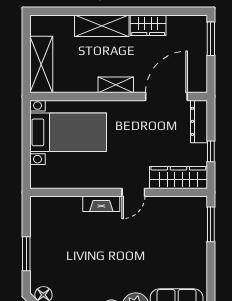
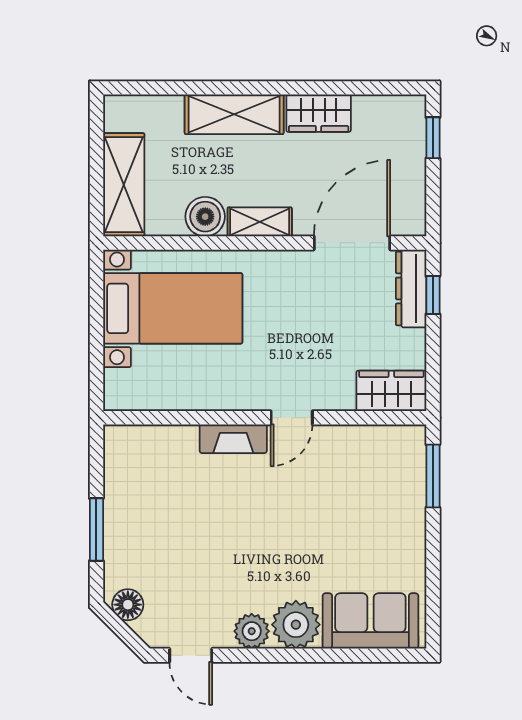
window: (211, 39) -> (433, 138), width x0.67
boiler: (86, 82) -> (205, 217), added
window: (211, 151) -> (433, 295), moved
wardrobe: (178, 178) -> (391, 391), width x0.67

